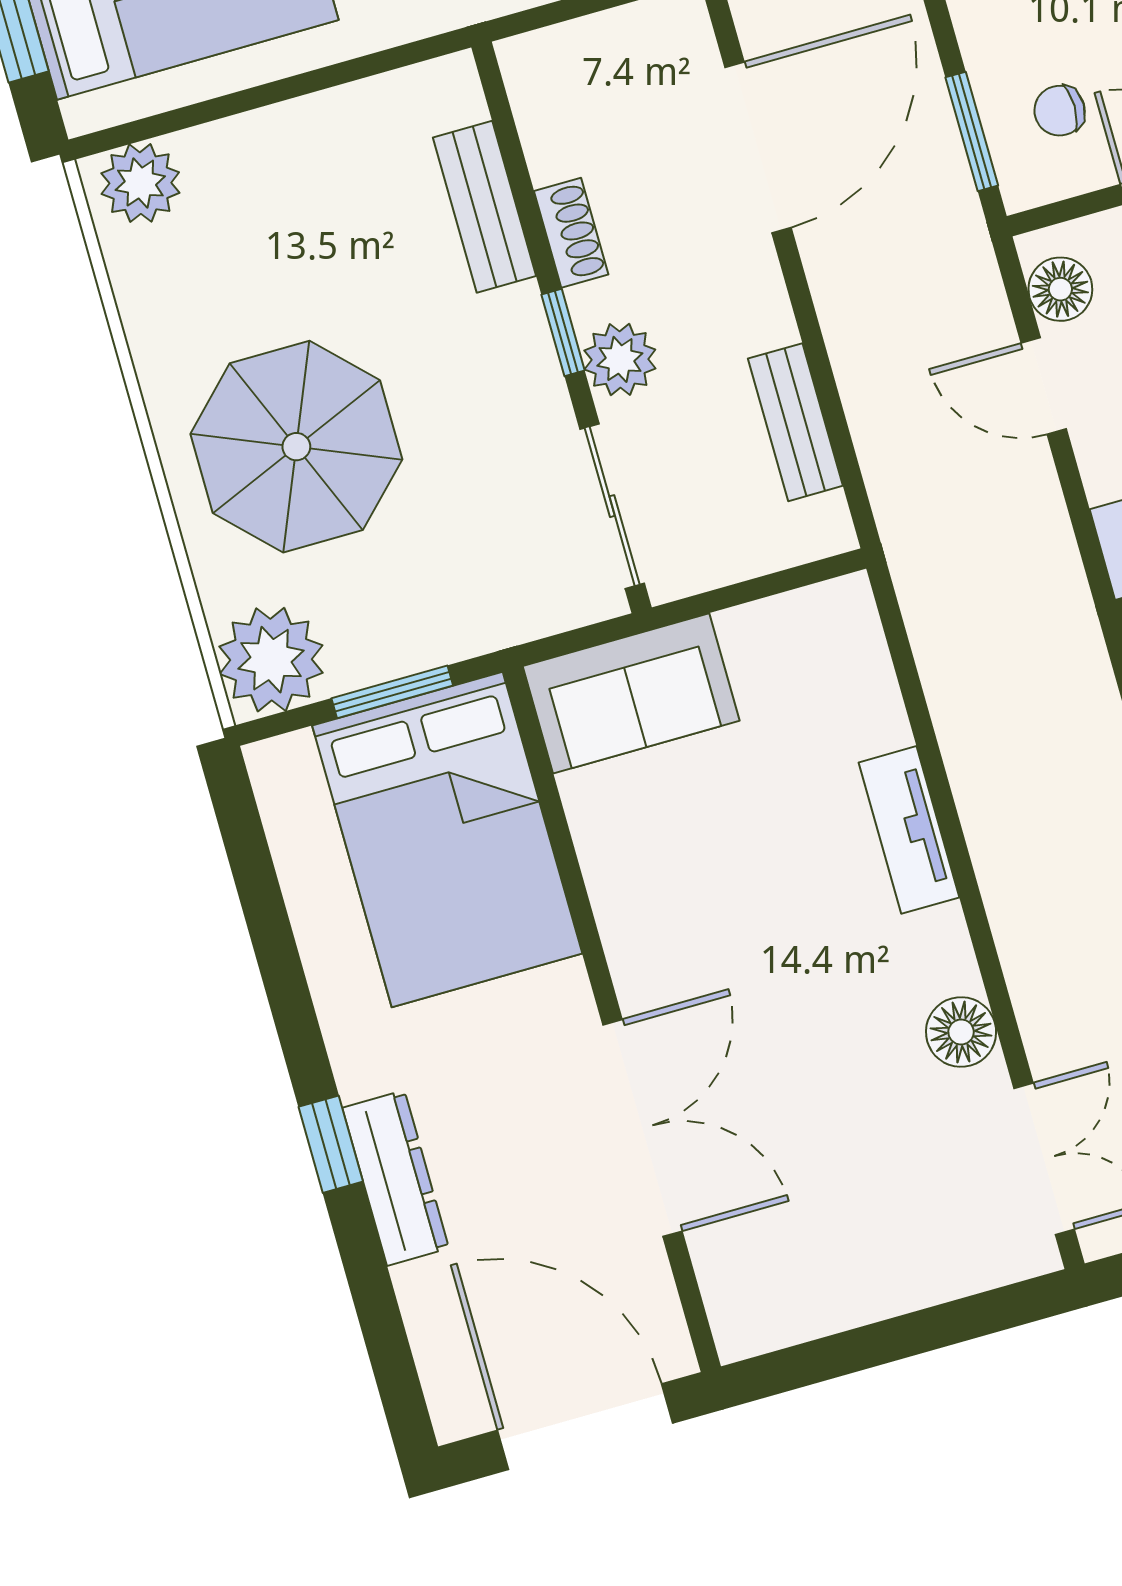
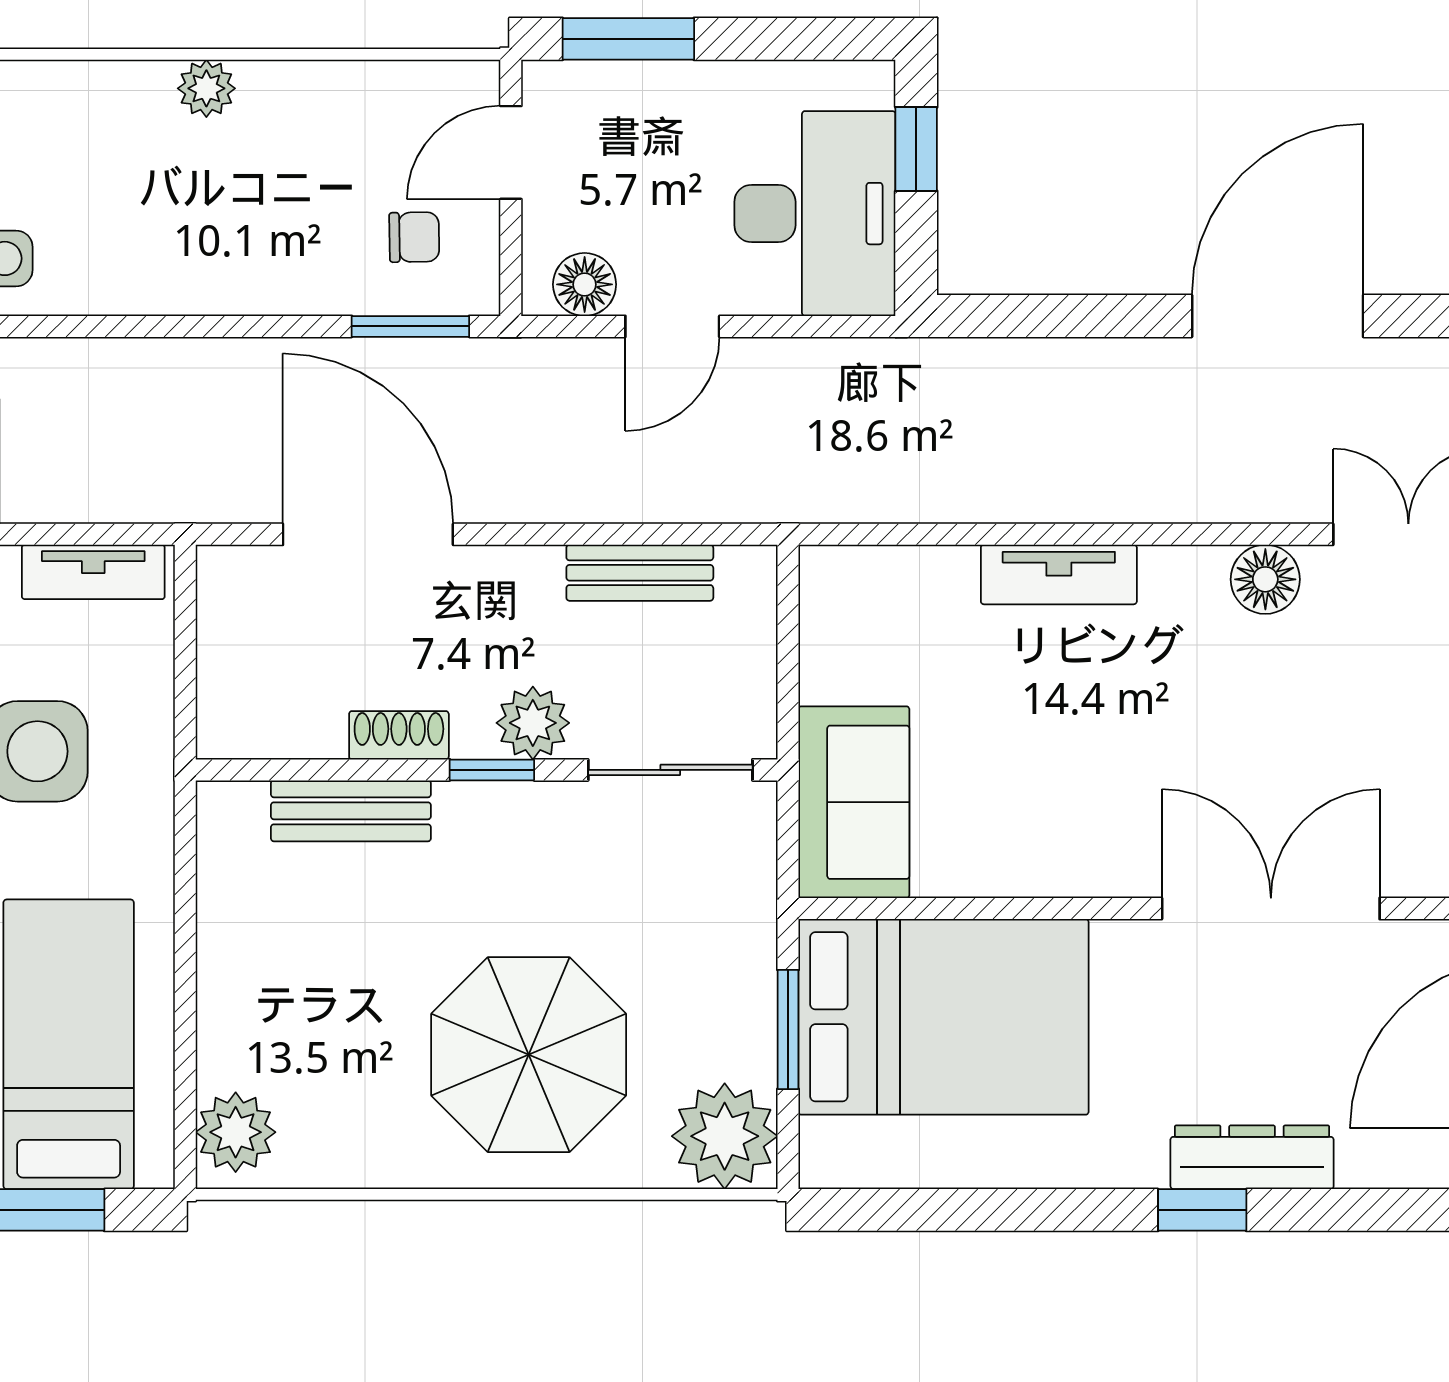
chair: (1060, 111) -> (414, 237), turned -91

